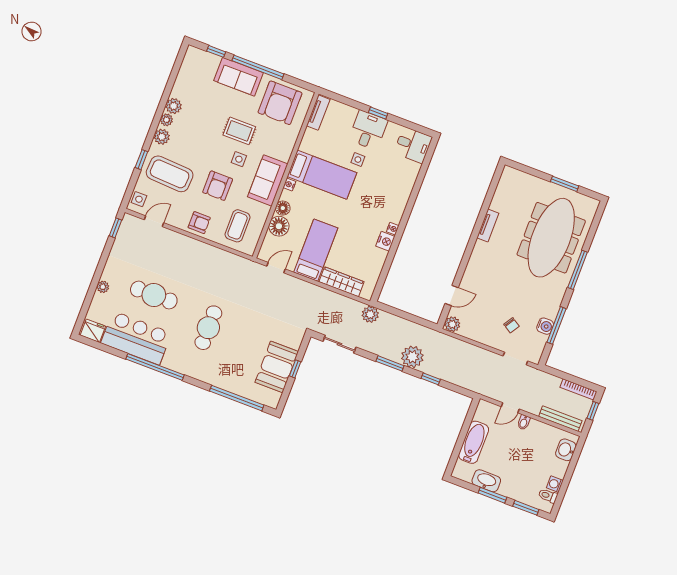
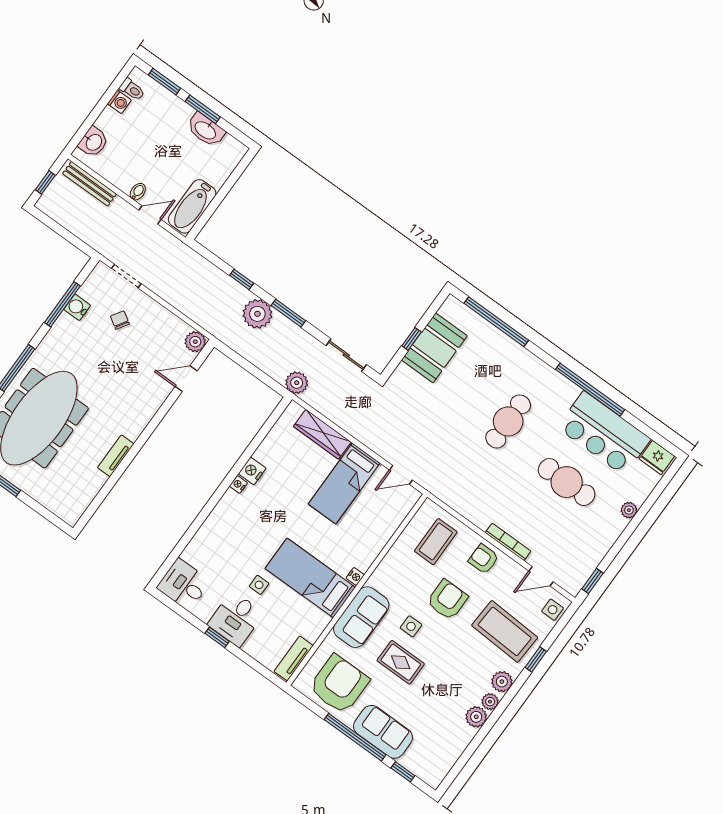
sofa: (268, 180) -> (361, 617), moved
floor lamp: (283, 208) -> (372, 549), removed
floor lamp: (279, 226) -> (383, 527), removed
bookcase: (578, 389) -> (508, 542), moved
bathtub: (474, 442) -> (192, 206), moved

